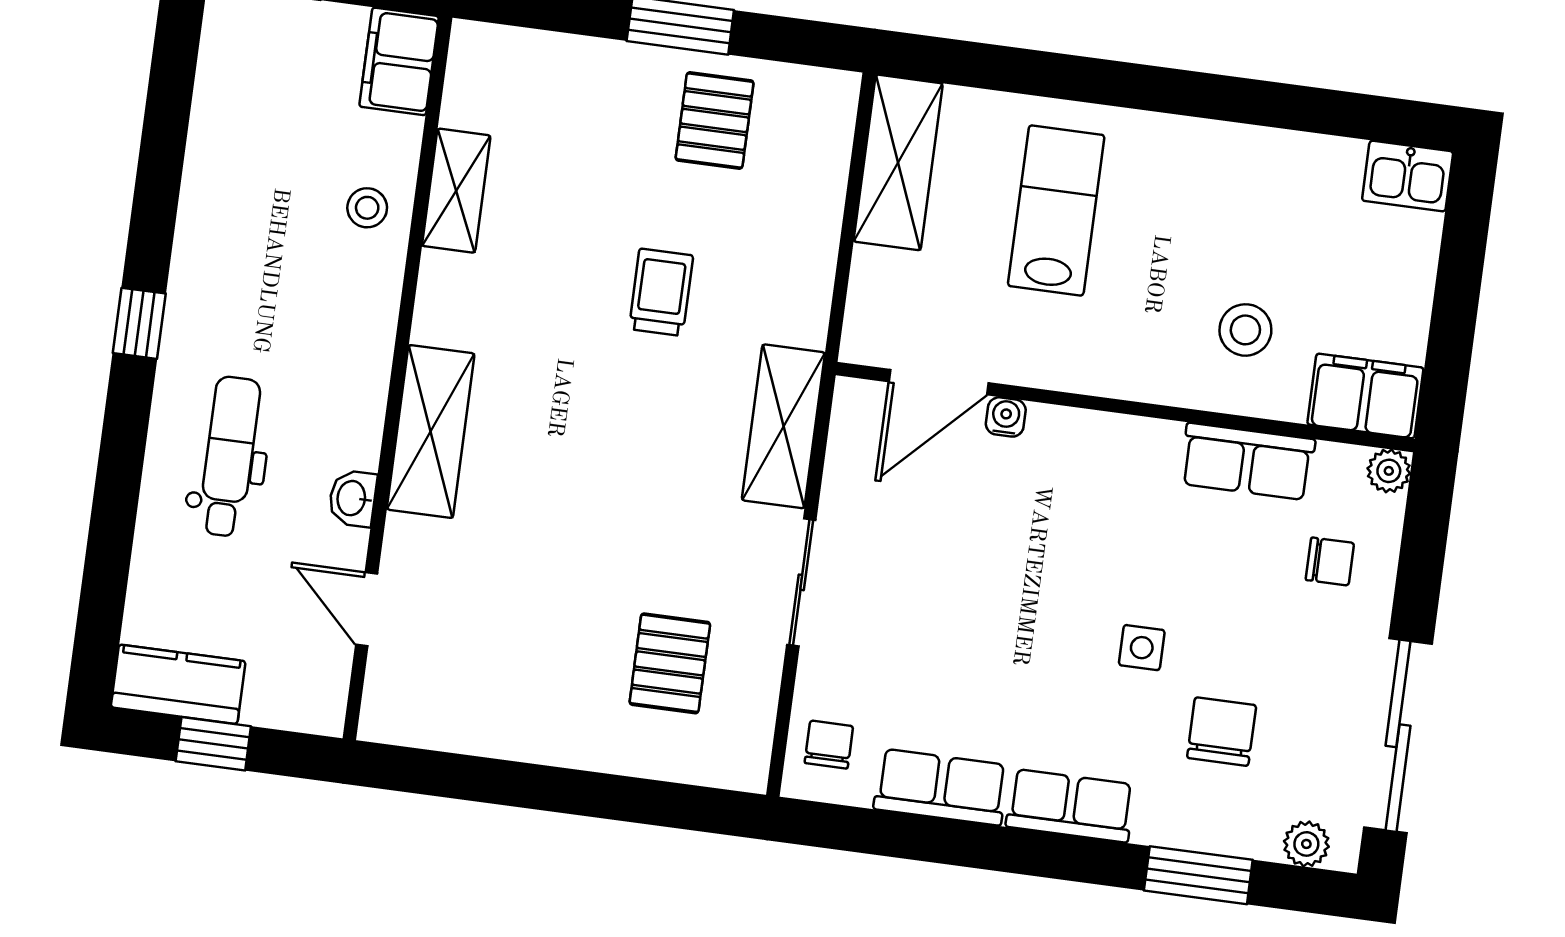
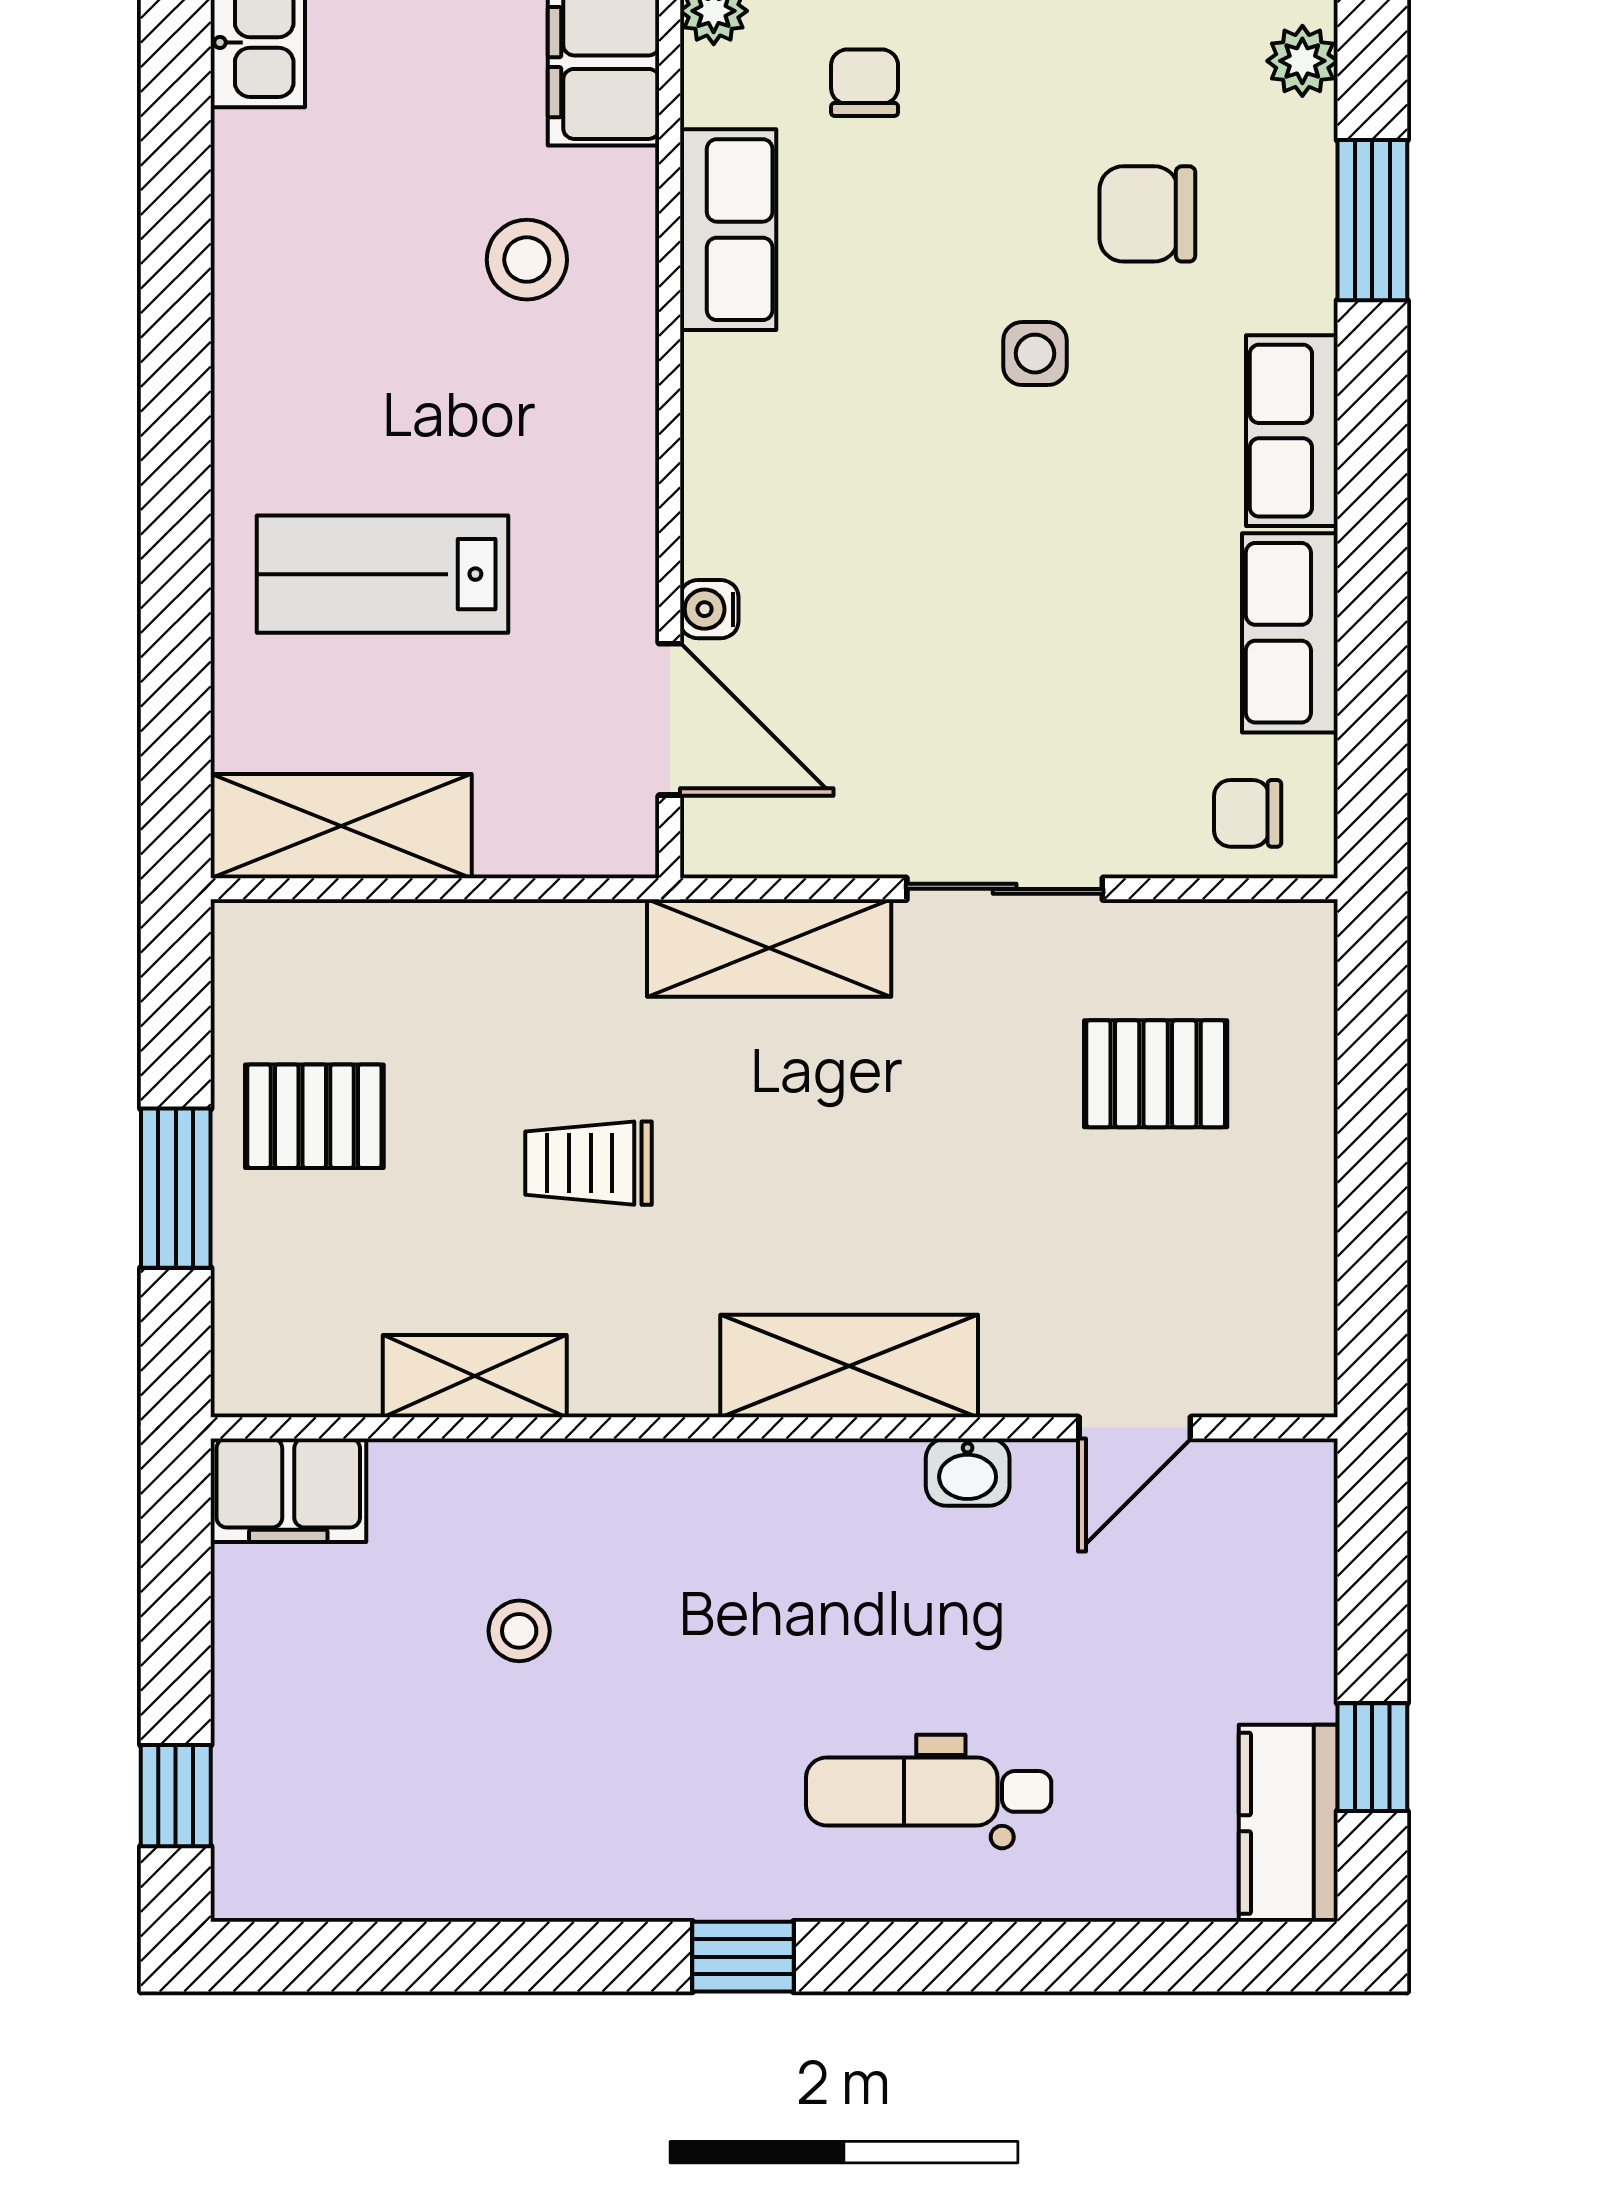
filing cabinet: (399, 61) -> (288, 1490), moved
shelving: (456, 191) -> (475, 1376), moved
wall: (397, 378) -> (774, 1428), moved
shelving: (431, 431) -> (849, 1366), moved
washbasin: (353, 498) -> (968, 1472), moved
door: (367, 609) -> (1135, 1428), moved

